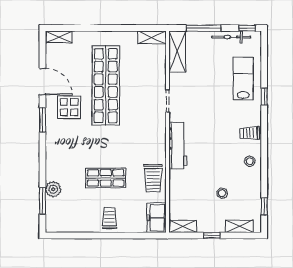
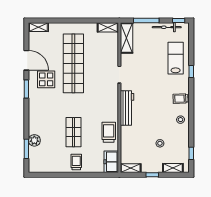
shop shelf: (106, 178) -> (73, 132), turned 90
trolley: (153, 178) -> (109, 132), turned 180

